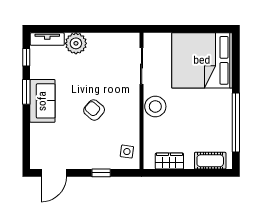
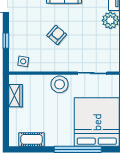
window: (236, 123) -> (78, 149), moved
cot: (210, 161) -> (32, 139), moved, turned 90

